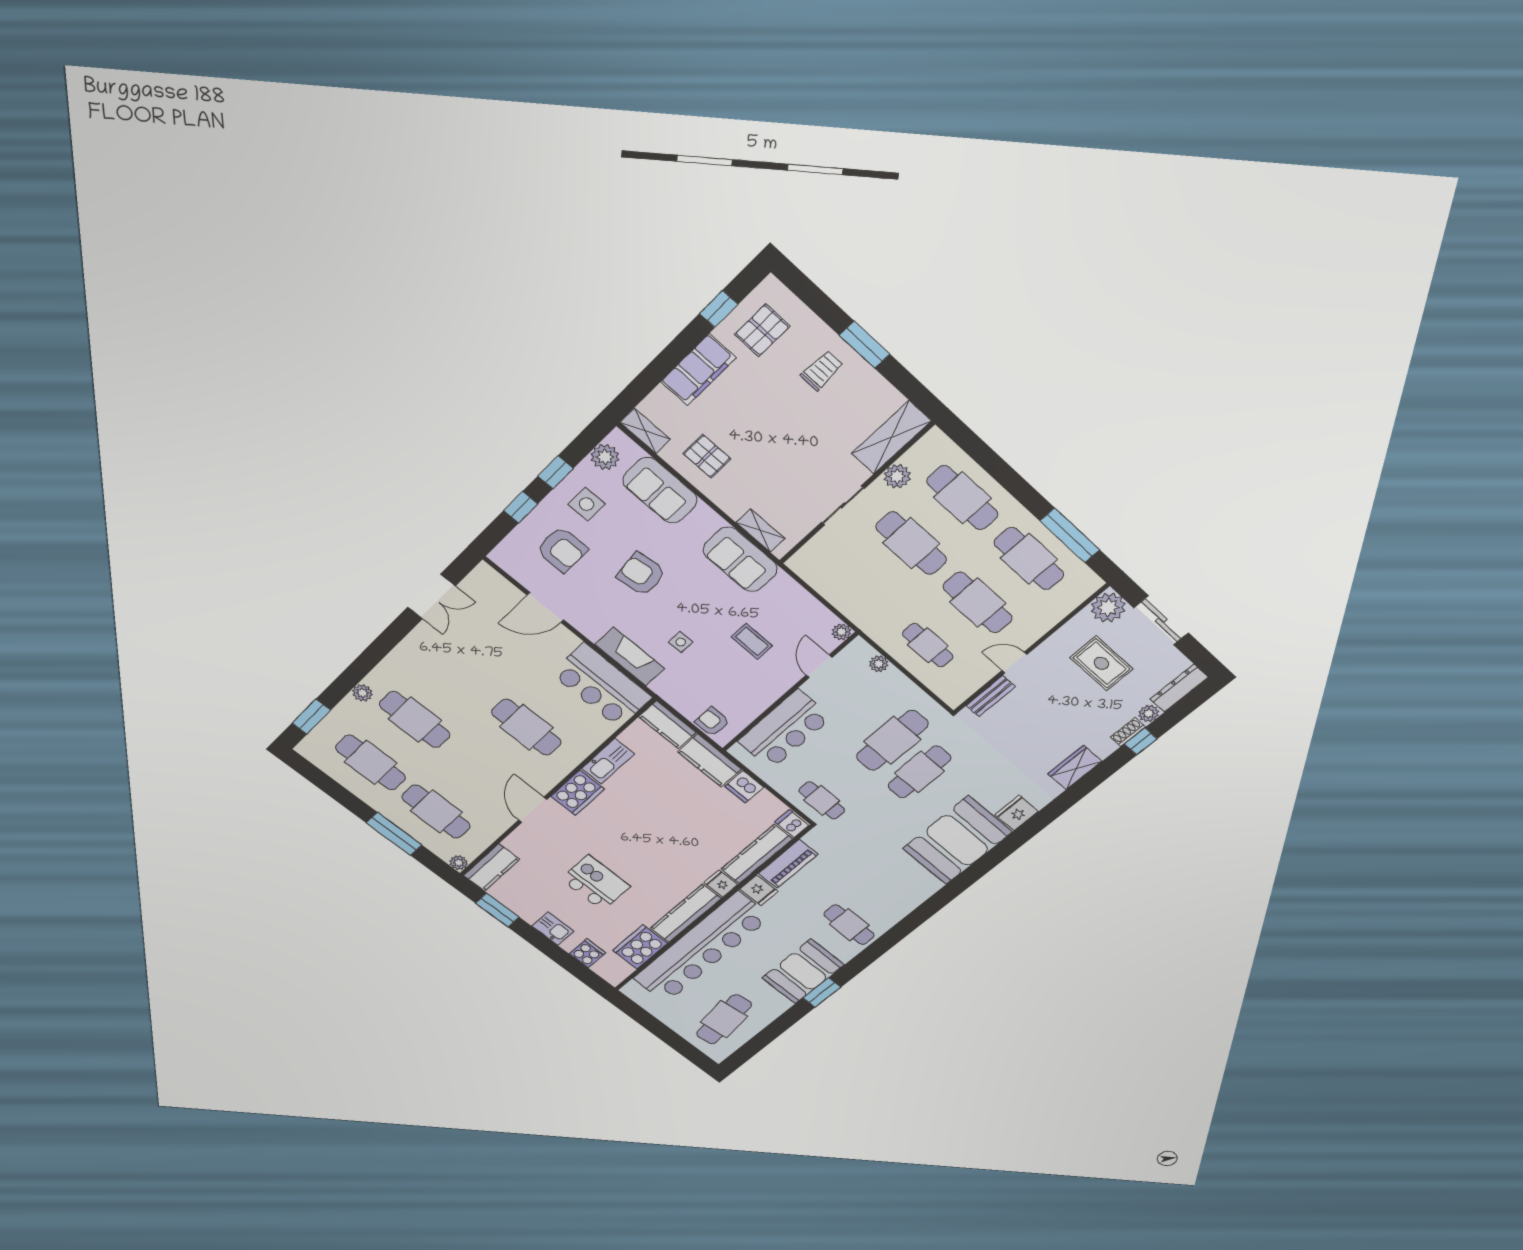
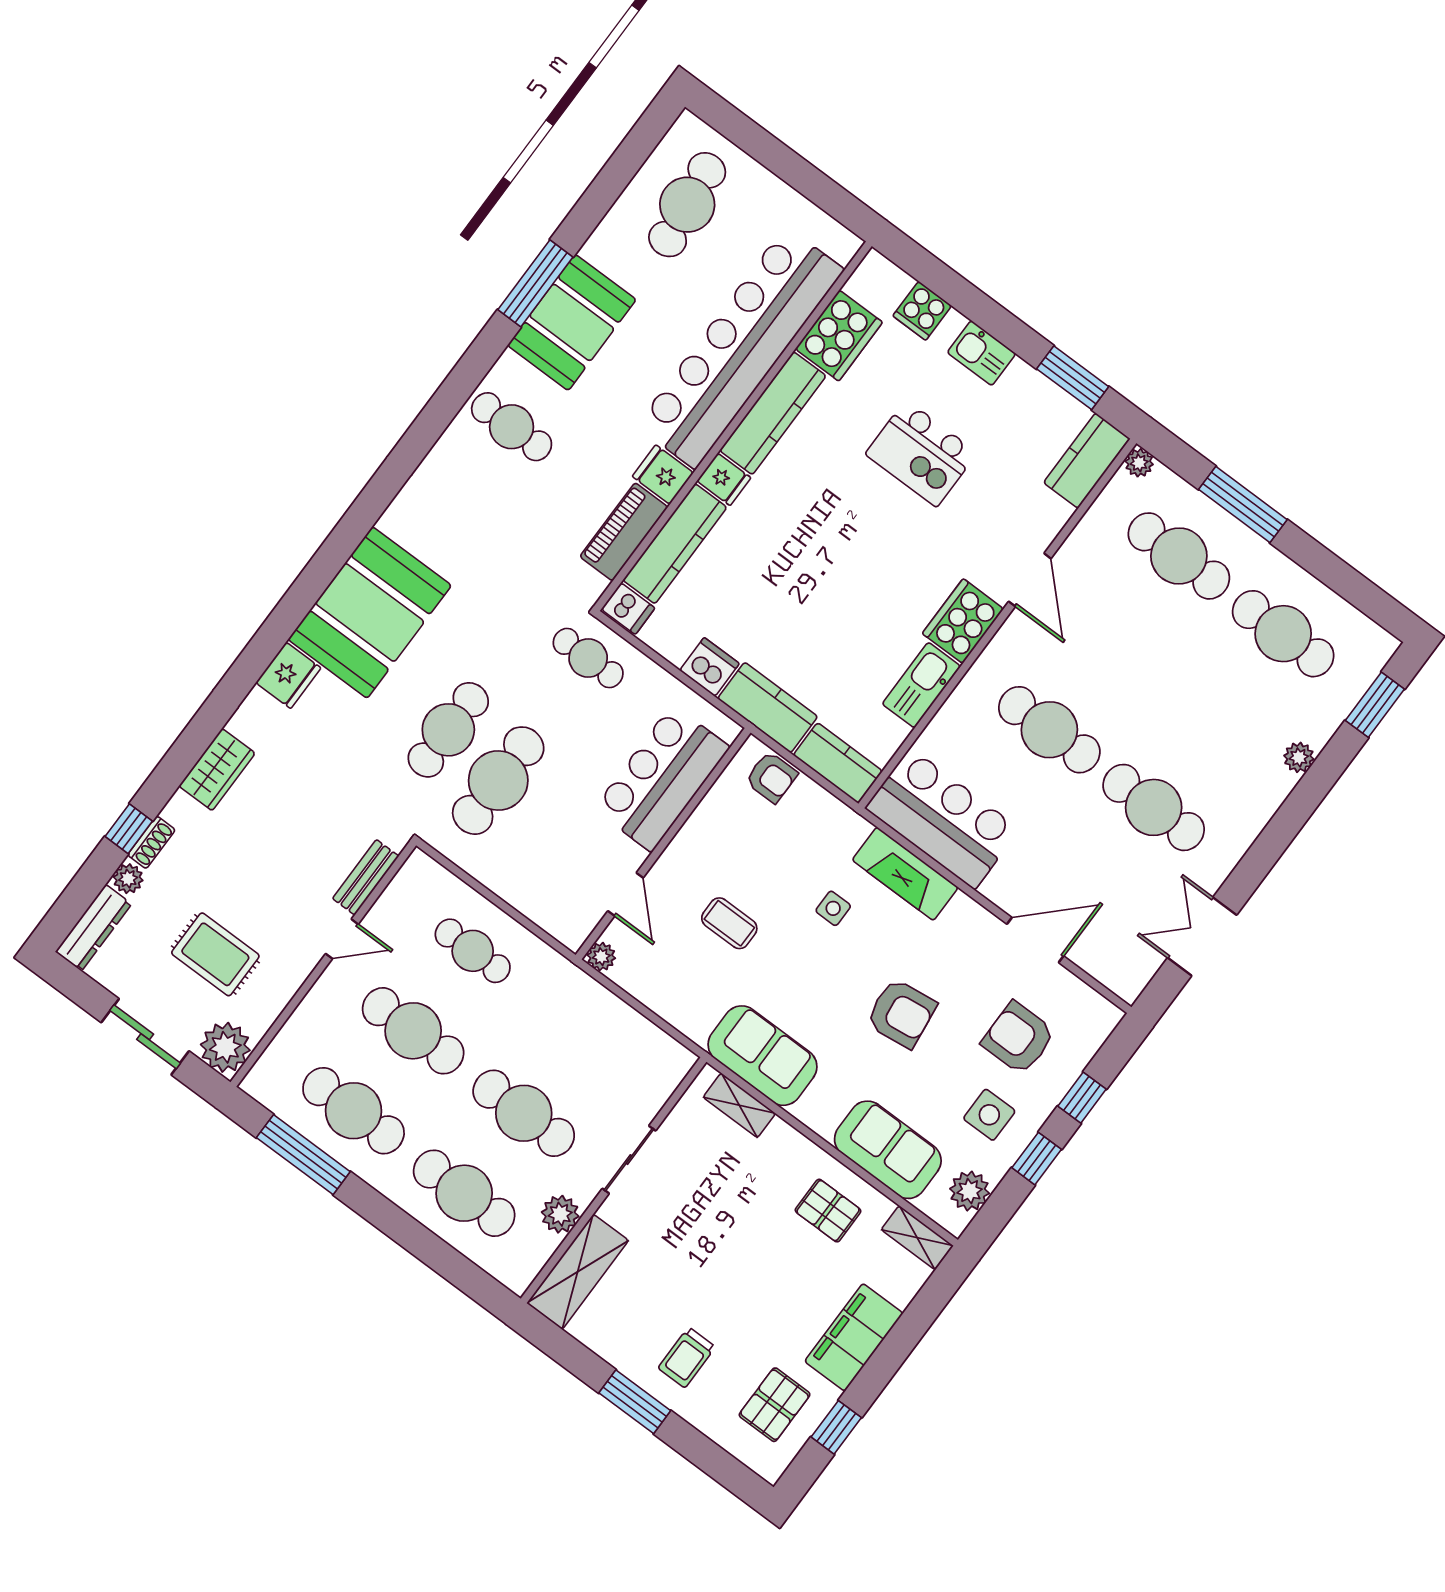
plant: (879, 664) -> (539, 910), removed
cafe table: (415, 720) -> (1154, 807), moved
window: (822, 992) -> (535, 283), width x1.44

